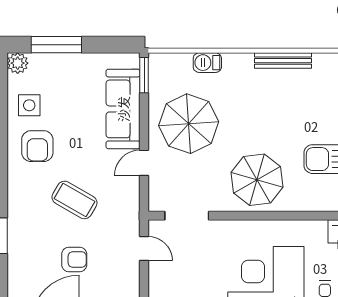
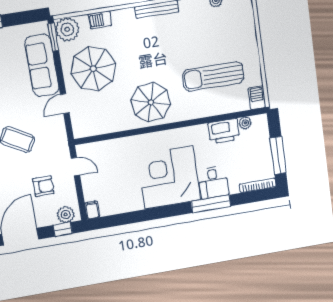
plant: (163, 68) -> (67, 29), added
doorway: (187, 216) -> (103, 137), removed
armchair: (74, 259) -> (43, 186), moved

